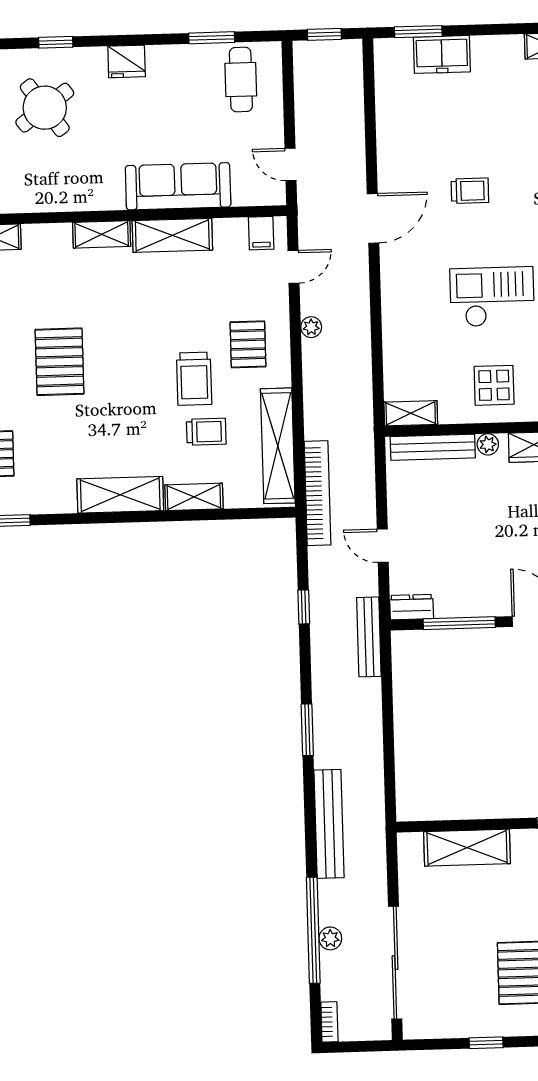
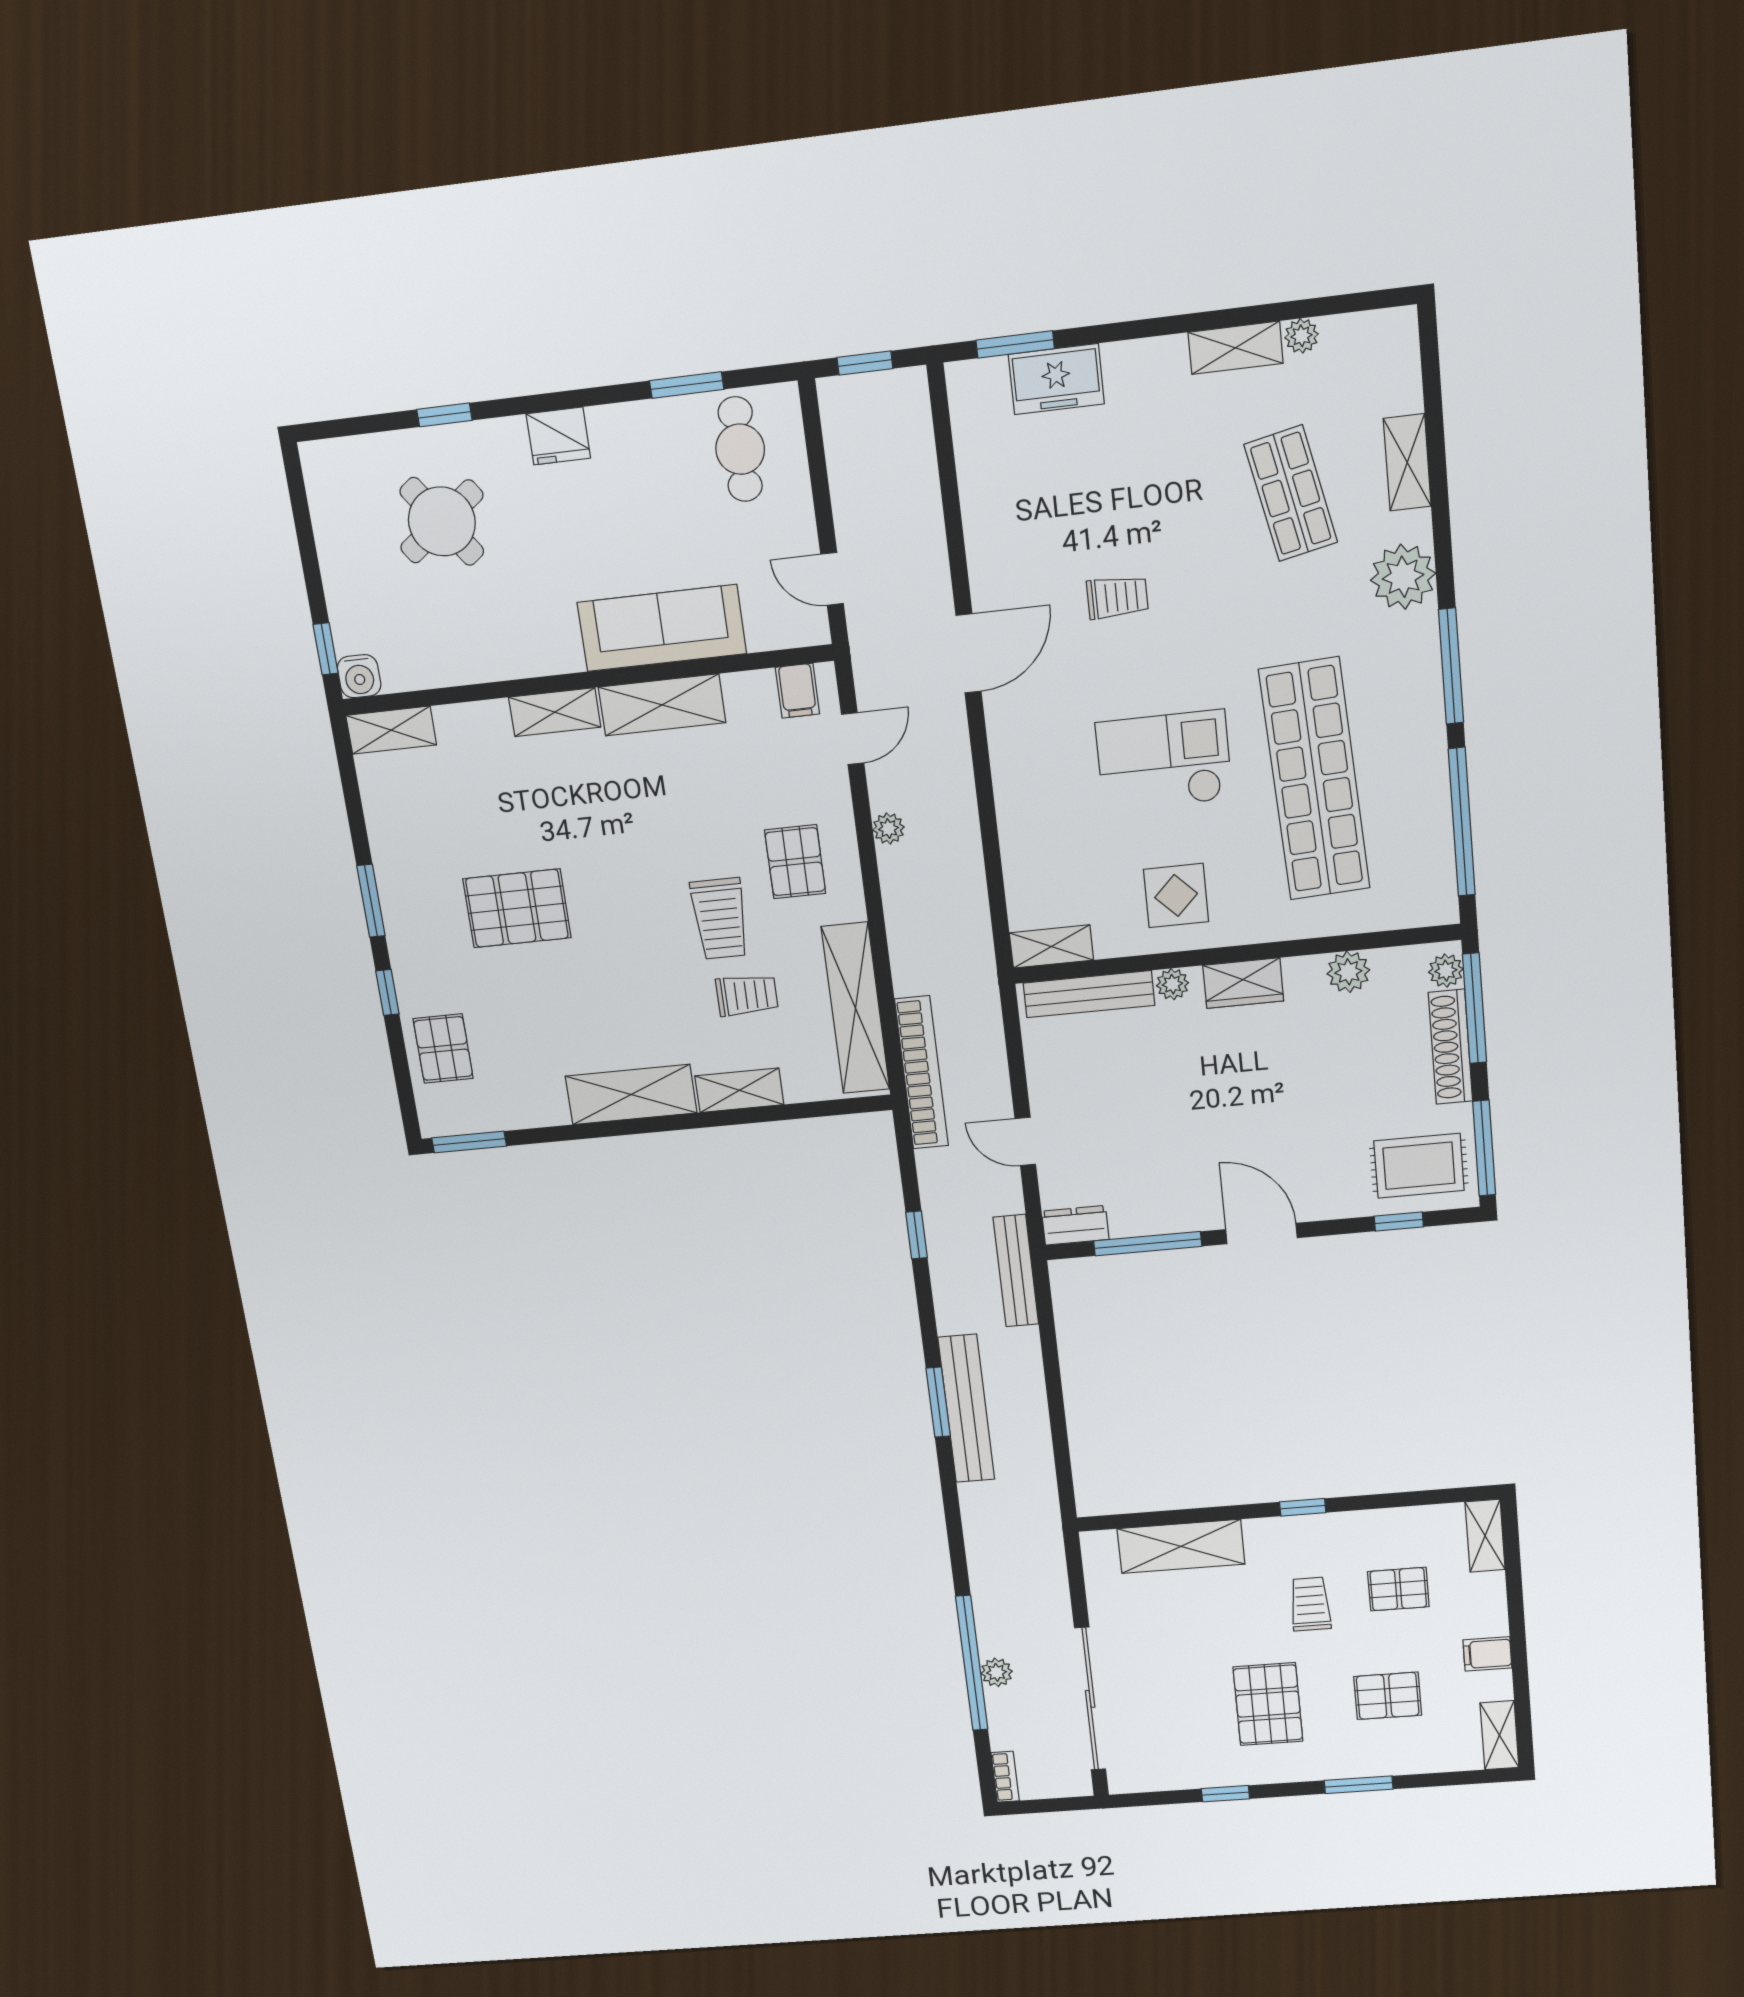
pallet: (60, 362) -> (517, 908), turned 90
bench: (329, 824) -> (966, 1409), moved

